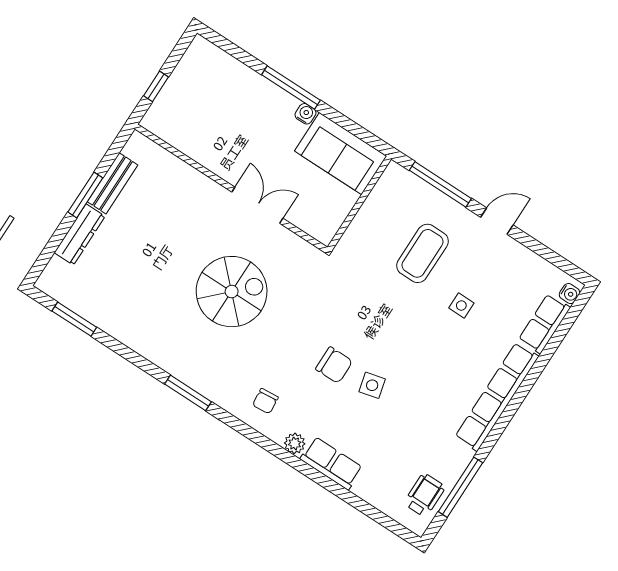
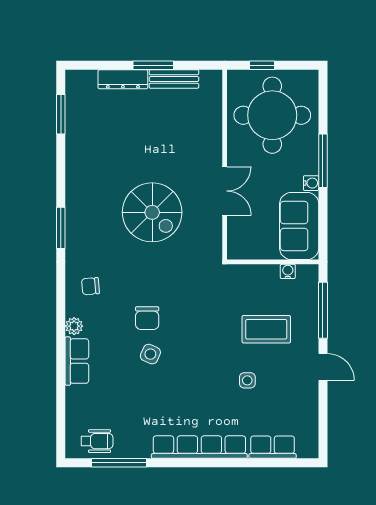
round table: (213, 109) -> (272, 115), added
water cooler: (569, 294) -> (288, 271), moved, turned 180
side table: (372, 385) -> (150, 354), turned 38

